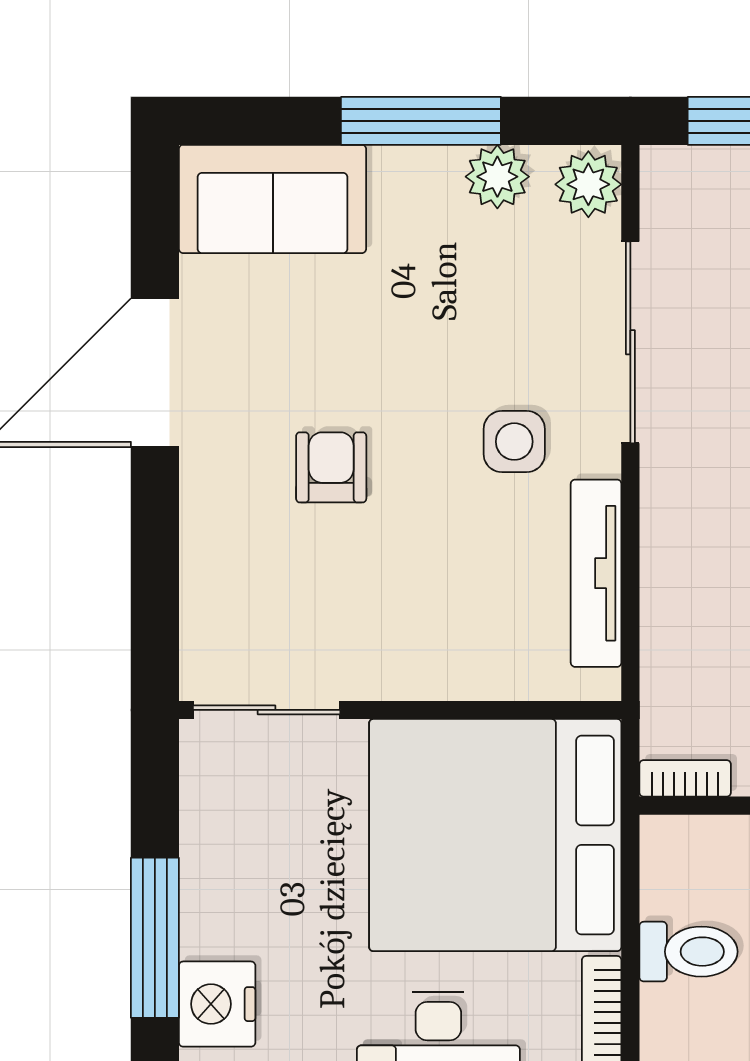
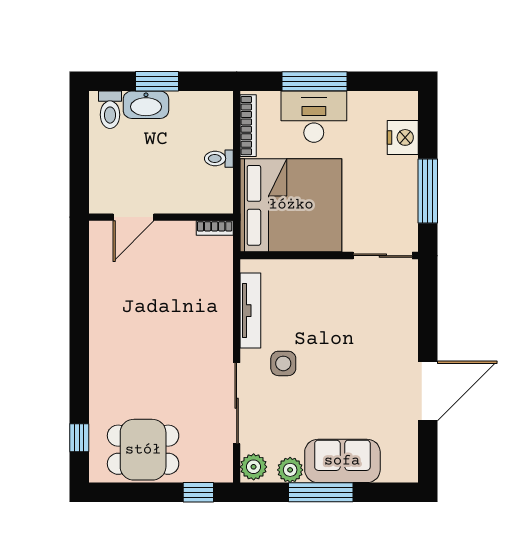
sofa: (273, 199) -> (342, 461), moved
armchair: (331, 467) -> (357, 353), removed
window: (155, 938) -> (428, 191), moved
toilet: (689, 952) -> (219, 159), width x0.73, depth x0.72

